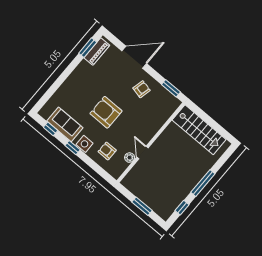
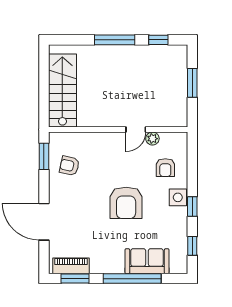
window: (61, 80) -> (132, 279), added
armchair: (142, 89) -> (69, 166), moved
sofa: (65, 124) -> (147, 261), moved, turned 90

